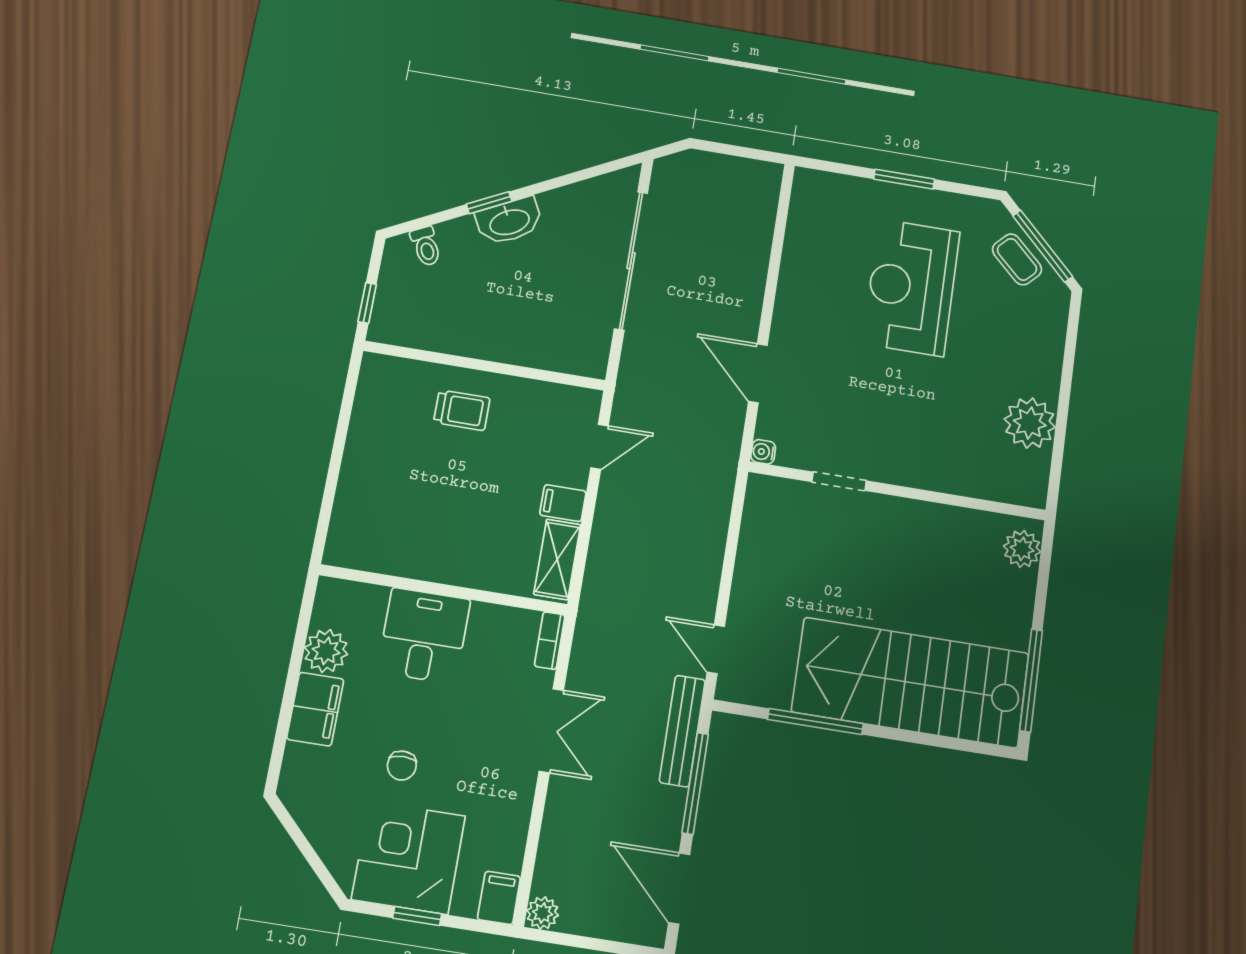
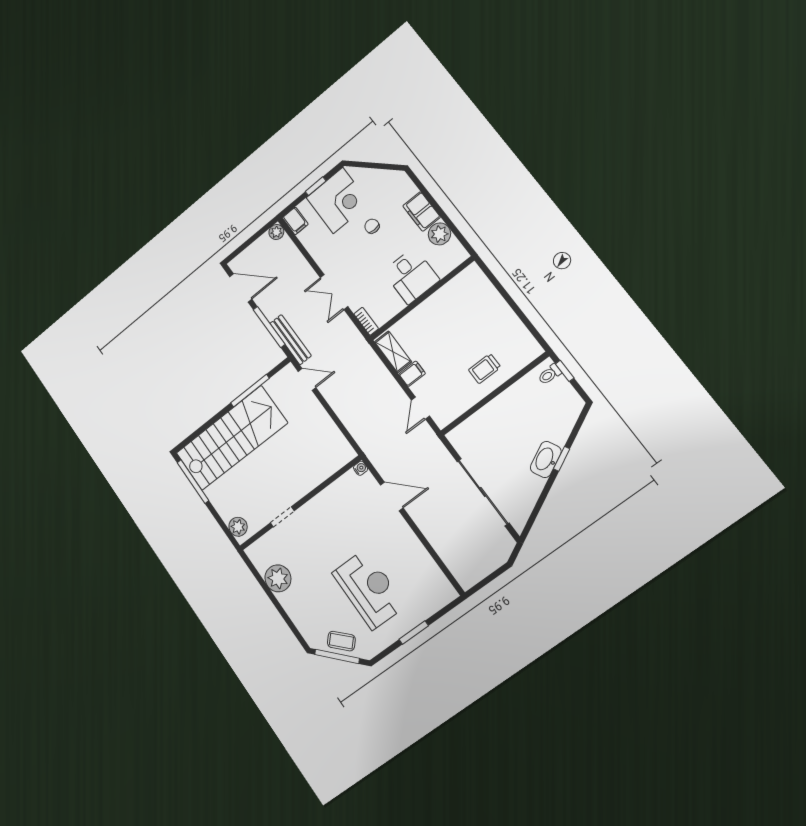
toilet: (426, 246) -> (550, 374), moved, turned -63
doorway: (839, 481) -> (282, 517), moved

